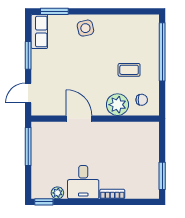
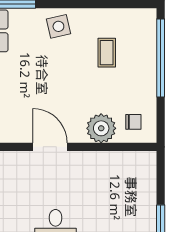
coffee table: (129, 70) -> (107, 53), moved, turned 90

